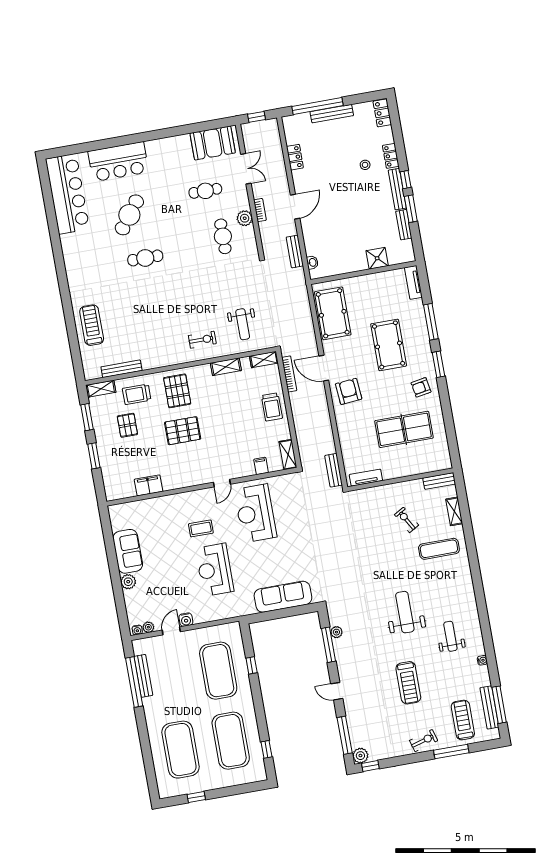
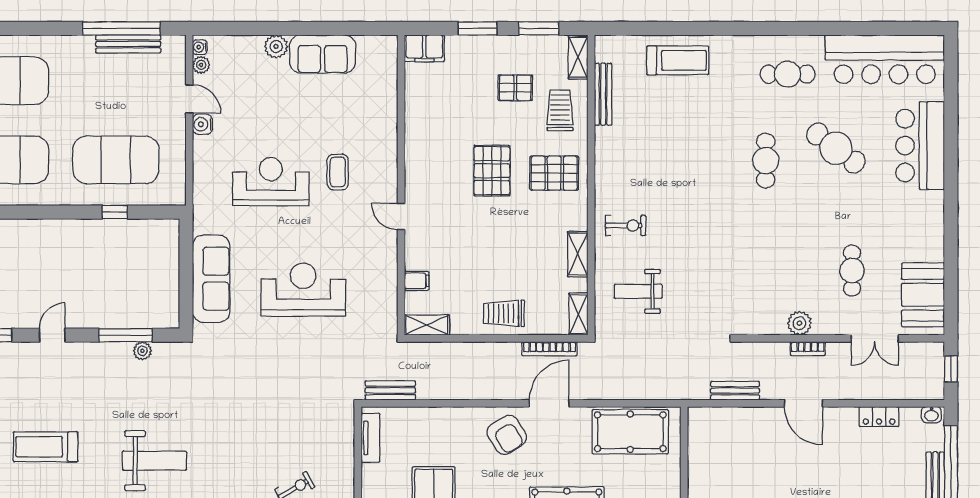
cafe table: (223, 236) -> (788, 74), moved
washbasin: (312, 262) -> (931, 415), moved
exercise bike: (202, 340) -> (626, 225), turned -90
armchair: (349, 391) -> (507, 435), turned 63
filing cabinet: (149, 485) -> (424, 48), moved, turned 90
reception desk: (255, 513) -> (303, 290), moved

